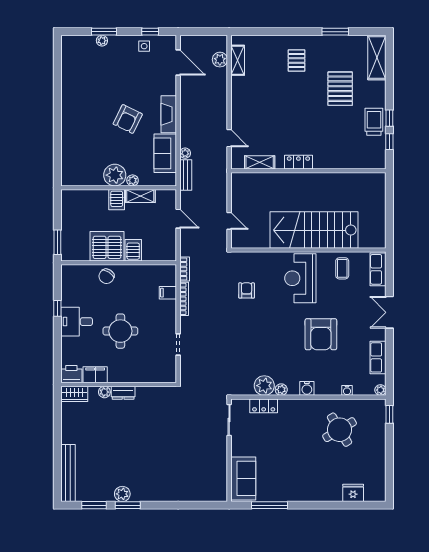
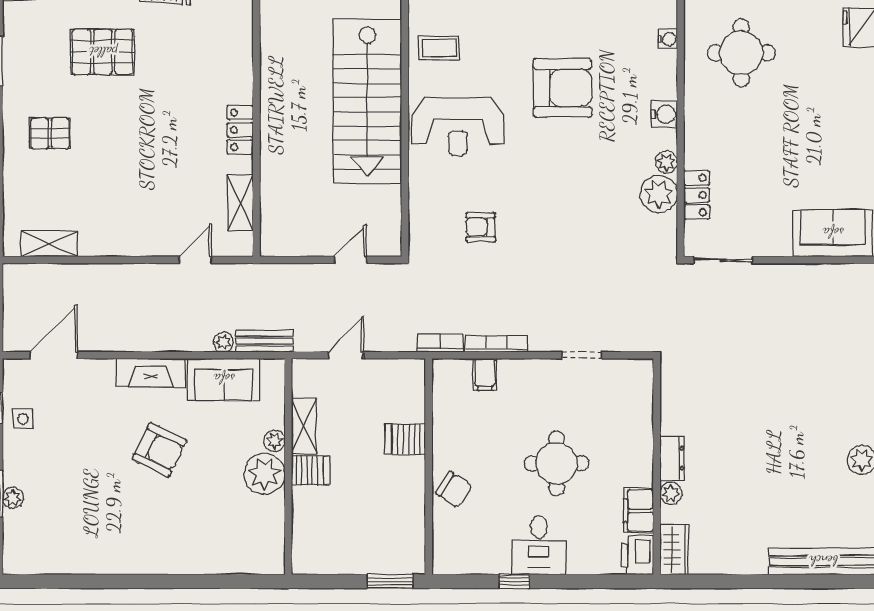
plant: (220, 60) -> (48, 277), removed
server rack: (107, 246) -> (398, 488), removed
round table: (340, 430) -> (741, 53), turned 31

